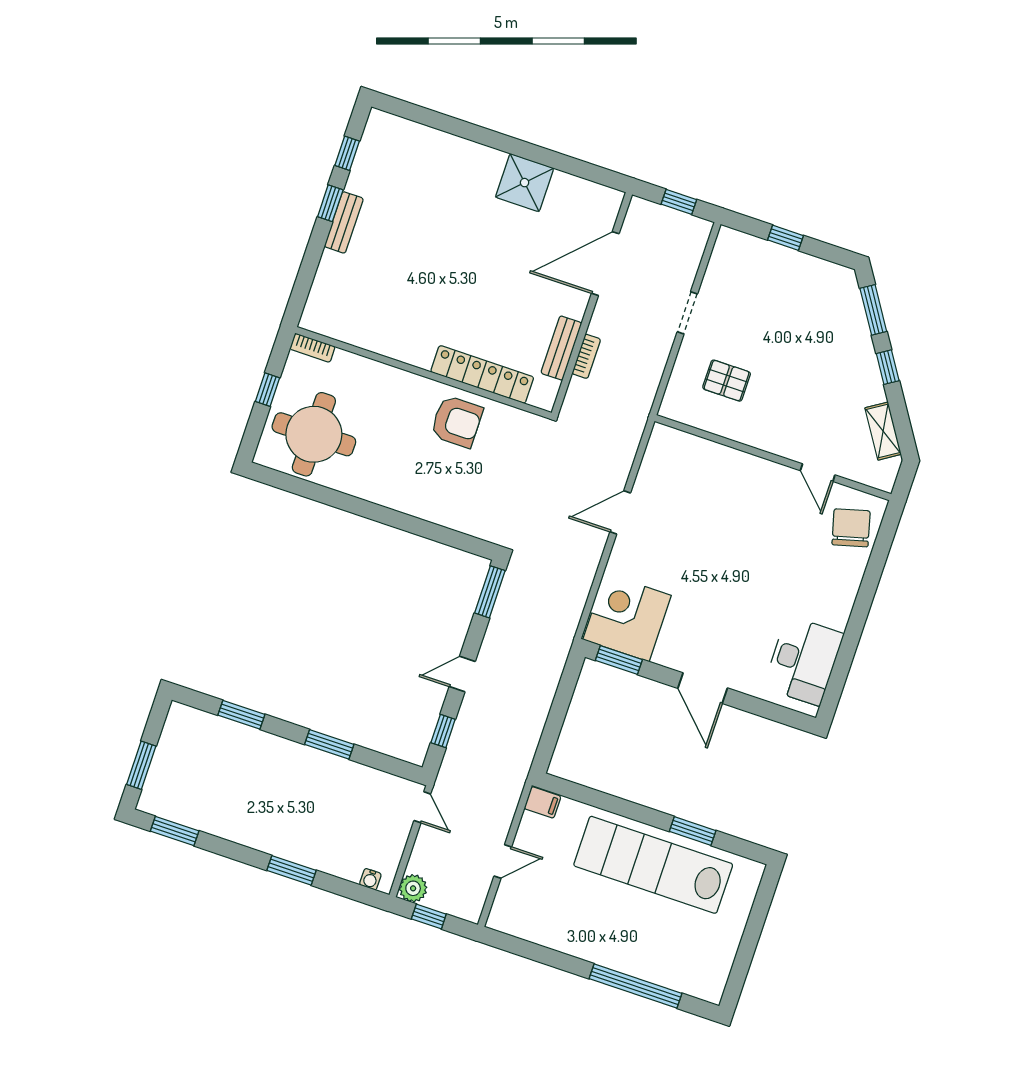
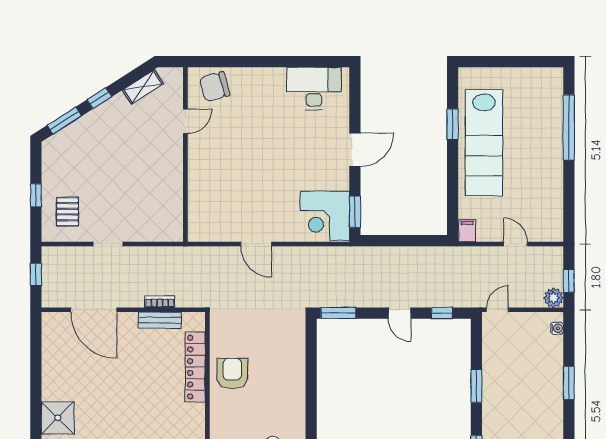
shower: (525, 183) -> (58, 418), moved
pallet: (727, 381) -> (67, 212), moved

